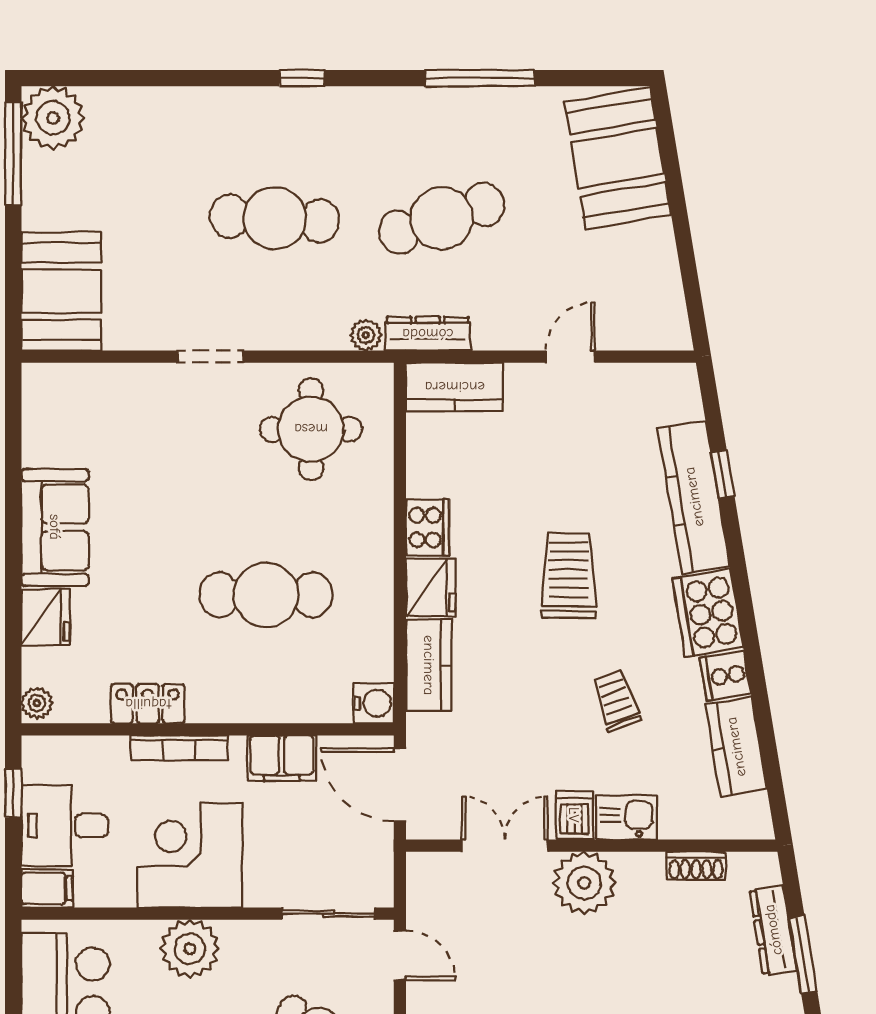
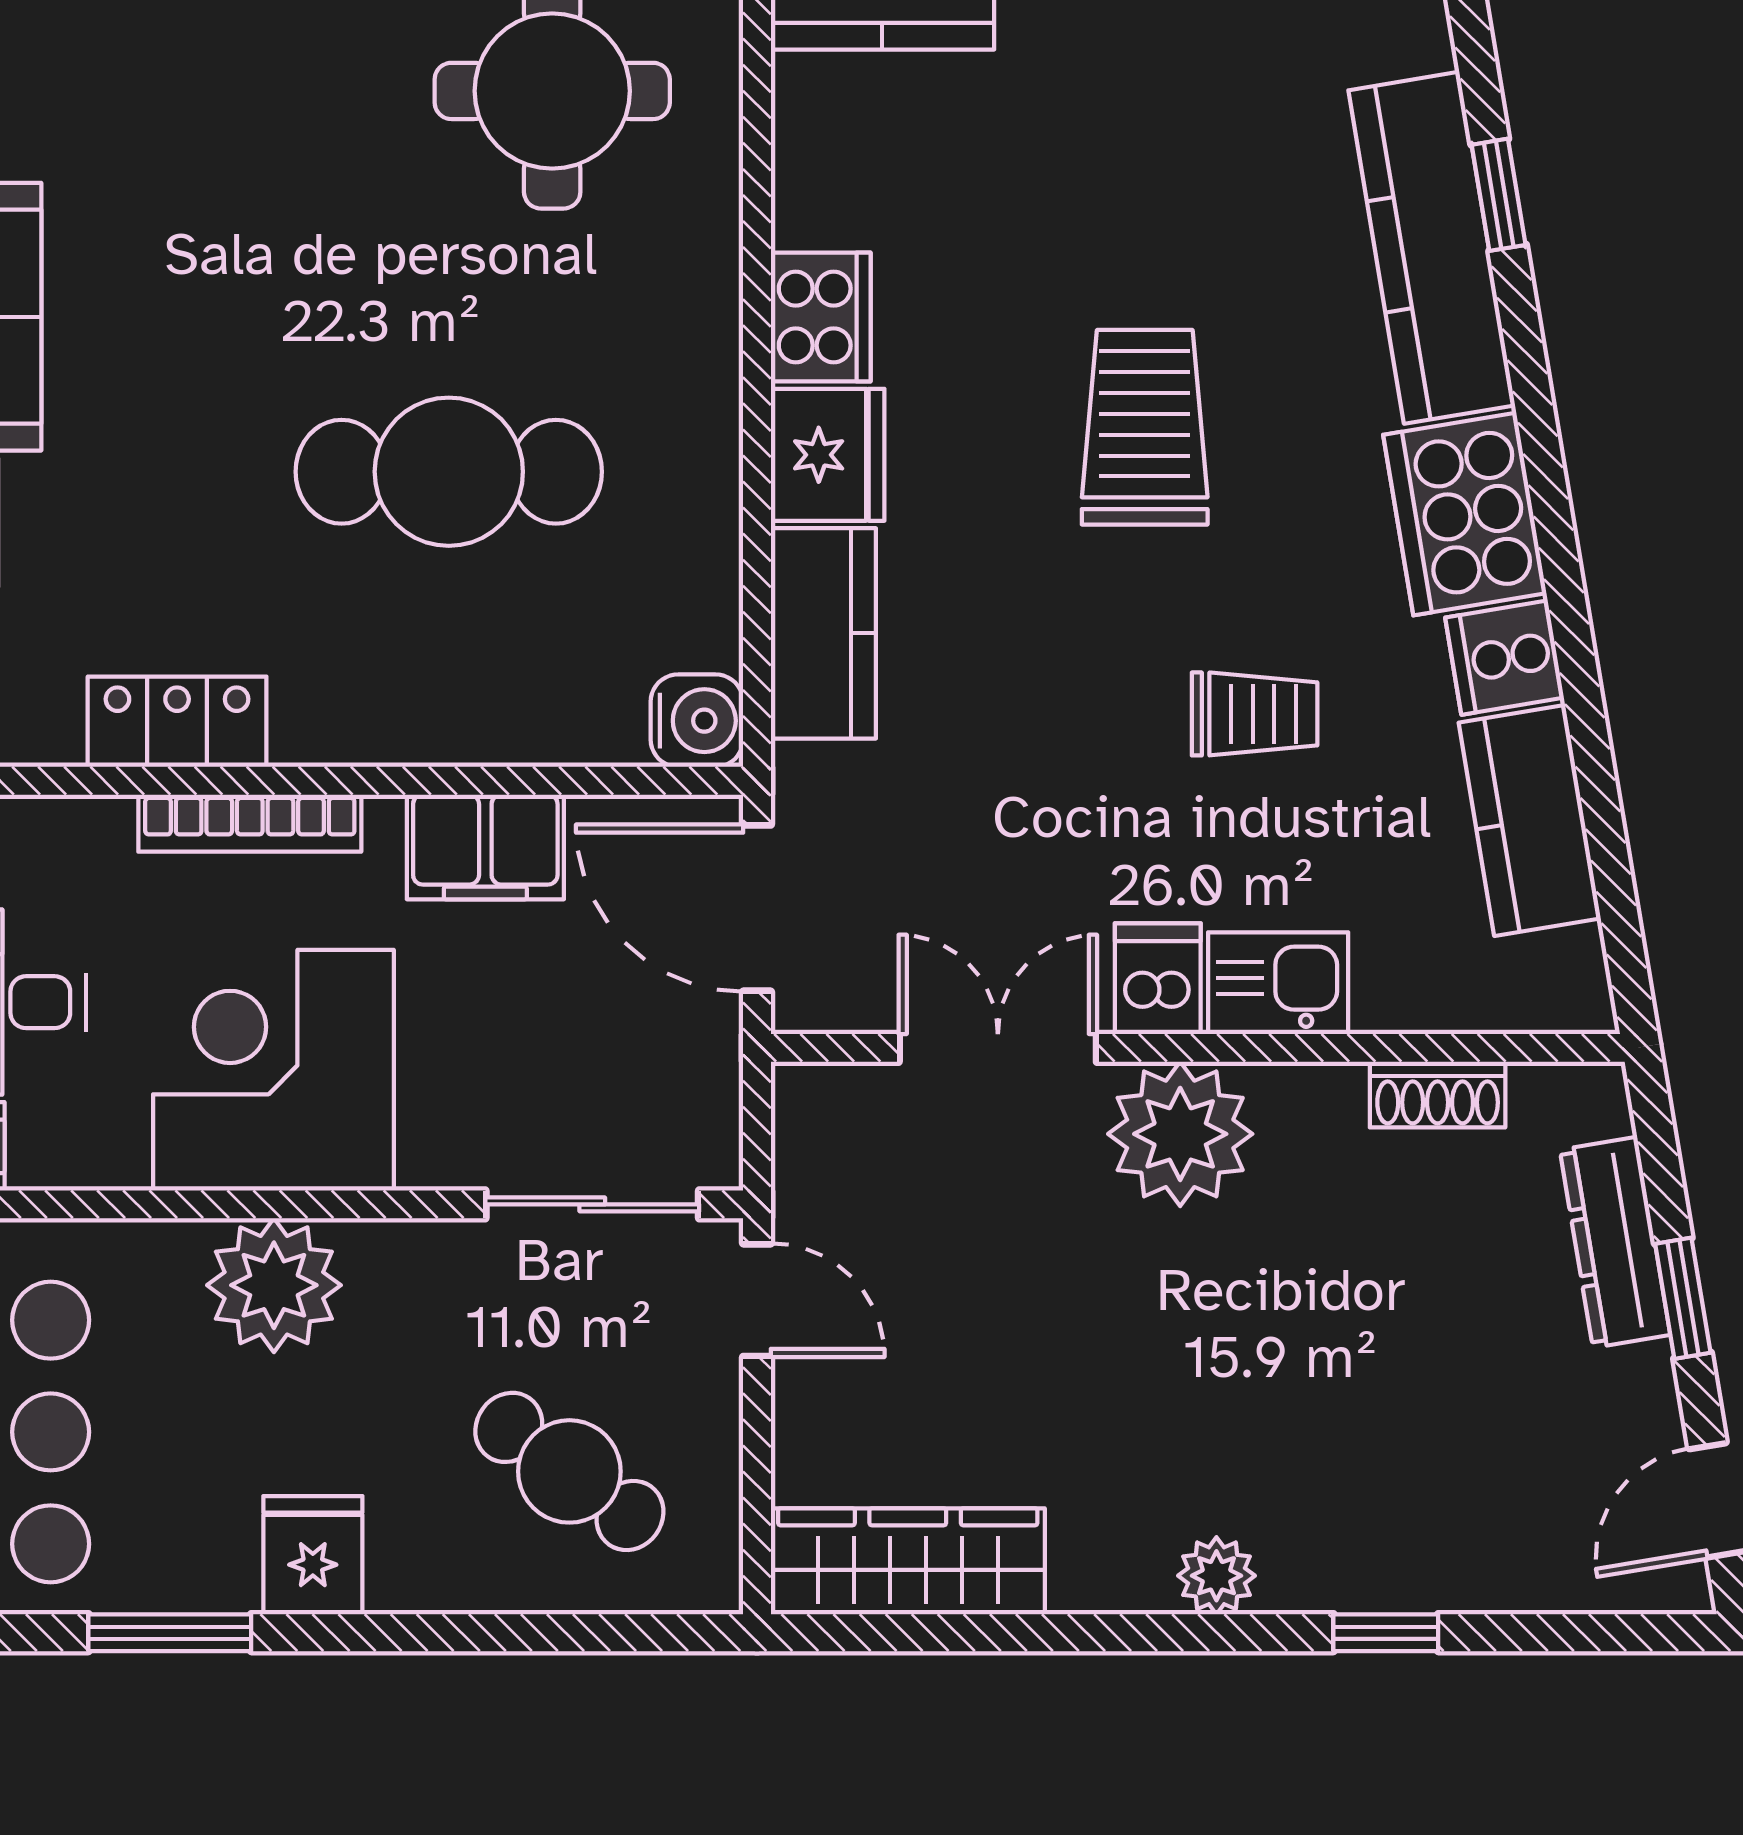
trolley: (616, 700) -> (1255, 714), turned 109
window: (803, 955) -> (1683, 1298), width x0.67

